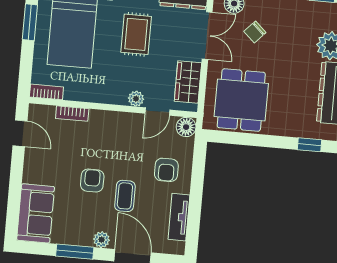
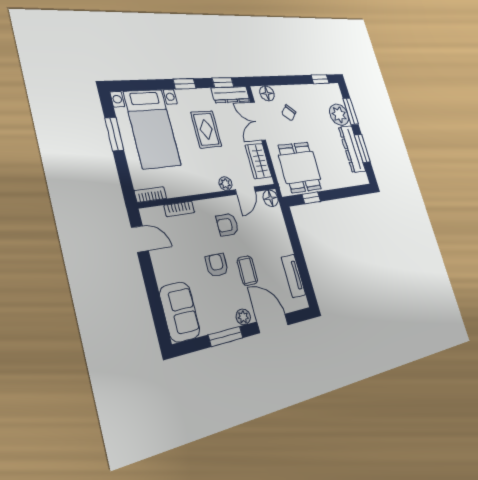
double door: (207, 36) -> (258, 121), swing flipped
window: (310, 145) -> (311, 198), moved
armchair: (166, 170) -> (227, 225), moved, turned 90

